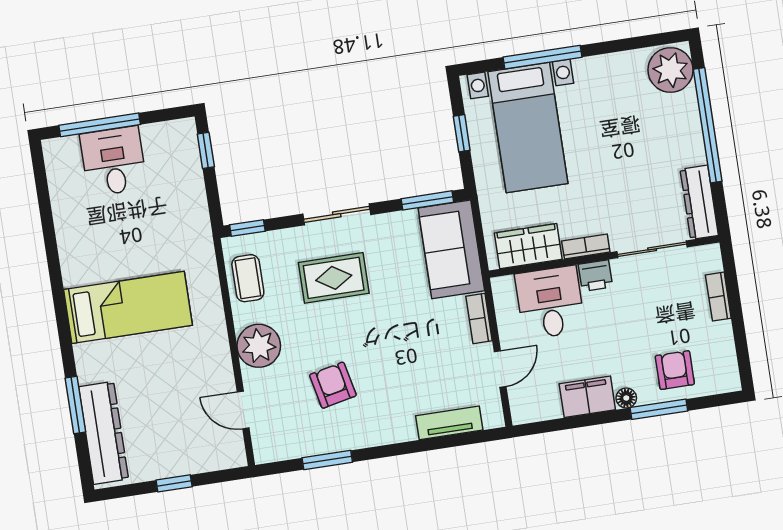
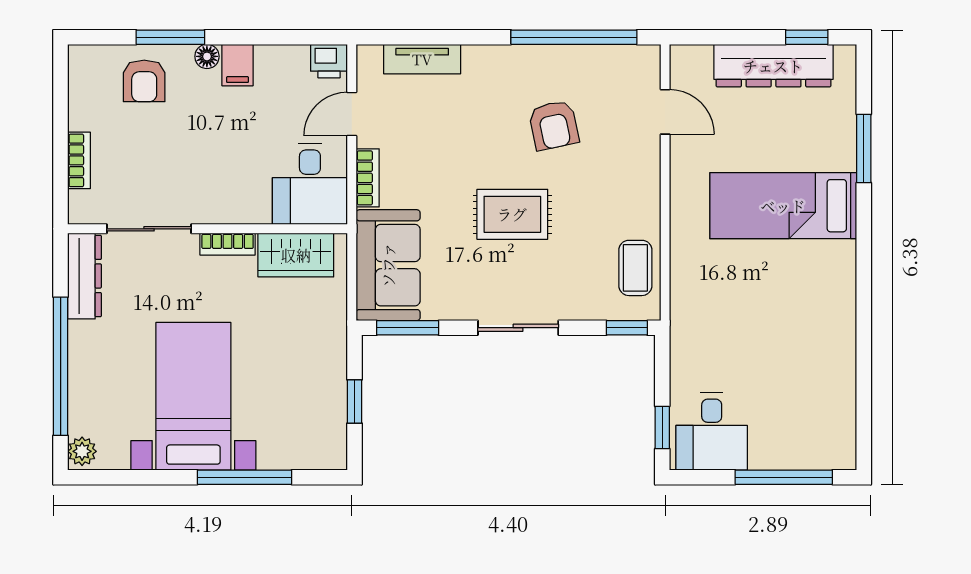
plant: (670, 70) -> (82, 451), width x0.53, depth x0.53
bed with nightstands: (528, 128) -> (193, 396), moved
desk: (113, 161) -> (712, 432), moved
printer: (595, 276) -> (329, 61), moved, turned 180
rug: (334, 278) -> (512, 214), moved
desk: (550, 302) -> (310, 184), moved
bed: (128, 307) -> (783, 206), moved
plant: (259, 346) -> (635, 185), removed
filing cabinet: (587, 397) -> (237, 65), width x0.50
dresser: (104, 433) -> (773, 66), moved, turned -90
window: (327, 460) -> (574, 37), width x2.11
window: (174, 483) -> (807, 37), moved

